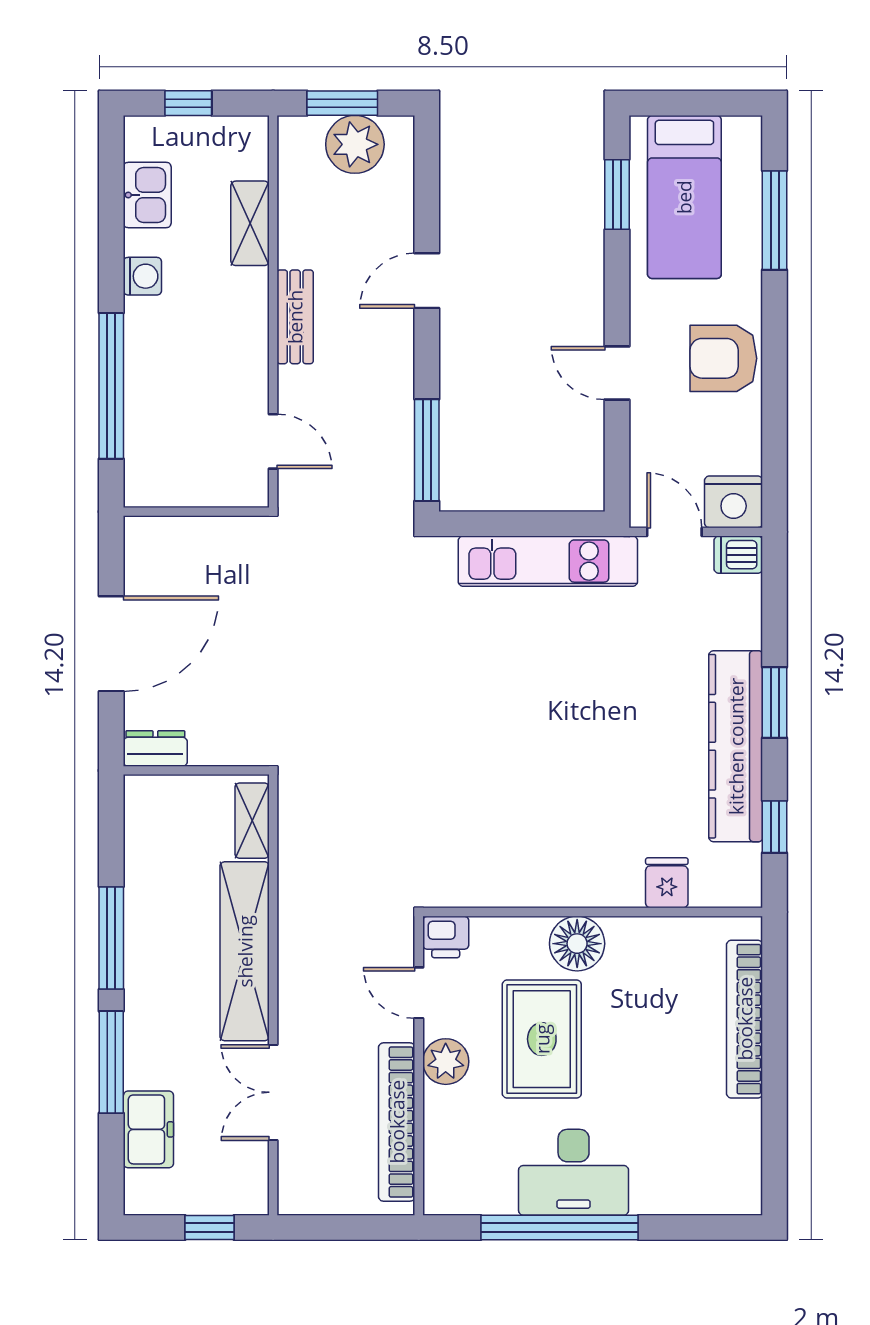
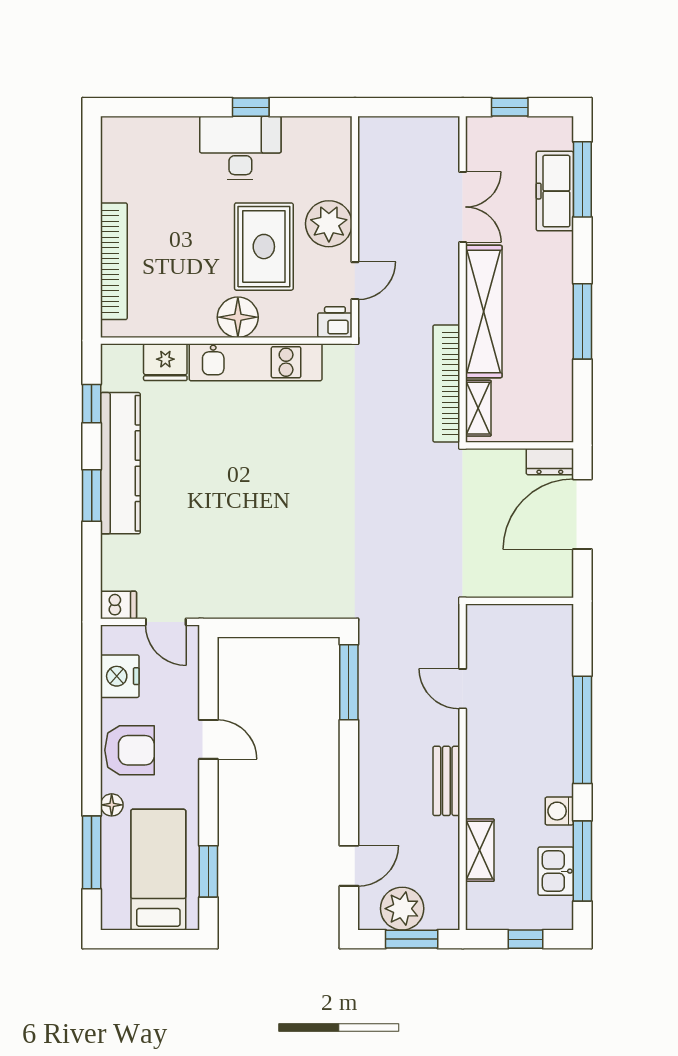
window: (111, 209) -> (582, 861), added
door: (427, 281) -> (349, 866), moved
floor lamp: (747, 284) -> (112, 805), added
nightstand: (734, 502) -> (120, 676), moved, turned -90
wall: (196, 512) -> (520, 601), moved
kitchen unit: (548, 561) -> (256, 362), moved, turned 180
door: (111, 644) -> (582, 514), moved
fridge: (667, 883) -> (165, 362), width x1.38
door: (419, 993) -> (355, 281), hinge flipped
window: (111, 1062) -> (582, 179), moved
plant: (446, 1062) -> (329, 224), width x1.36, depth x1.36
bookcase: (397, 1122) -> (446, 384), moved, turned 180
freezer: (148, 1129) -> (555, 191), width x1.40
window: (560, 1227) -> (251, 107), width x0.32

